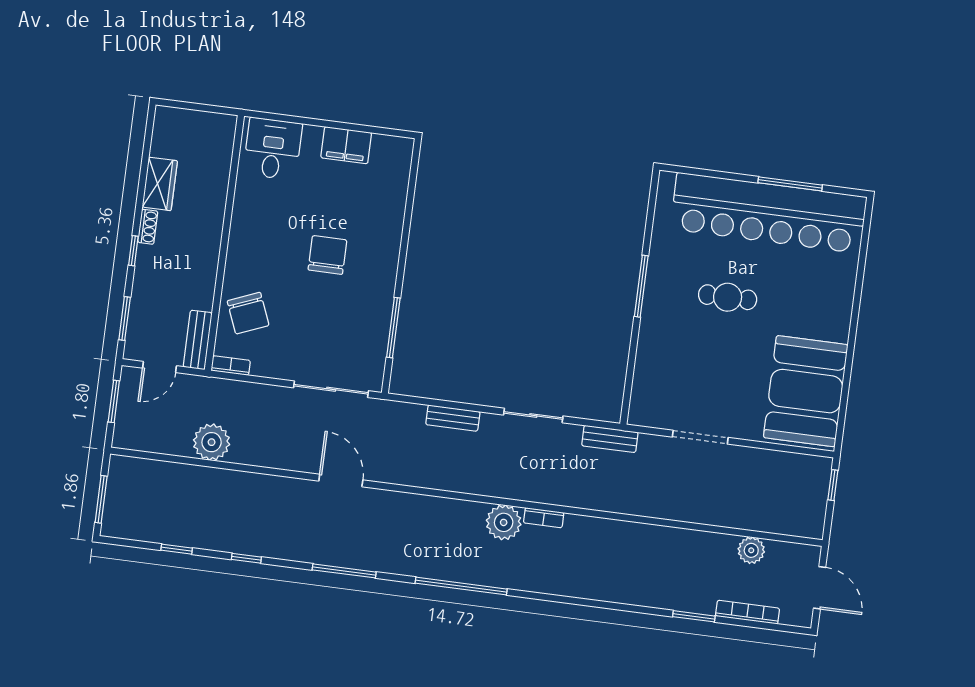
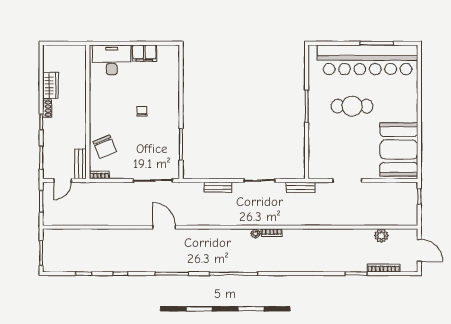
desk: (273, 149) -> (112, 60), width x1.37
chair: (327, 255) -> (142, 111), width x0.54, depth x0.54
cafe table: (728, 297) -> (352, 106), width x1.37, depth x1.35
plant: (212, 442) -> (95, 216), removed
plant: (504, 522) -> (256, 234), width x0.53, depth x0.53

